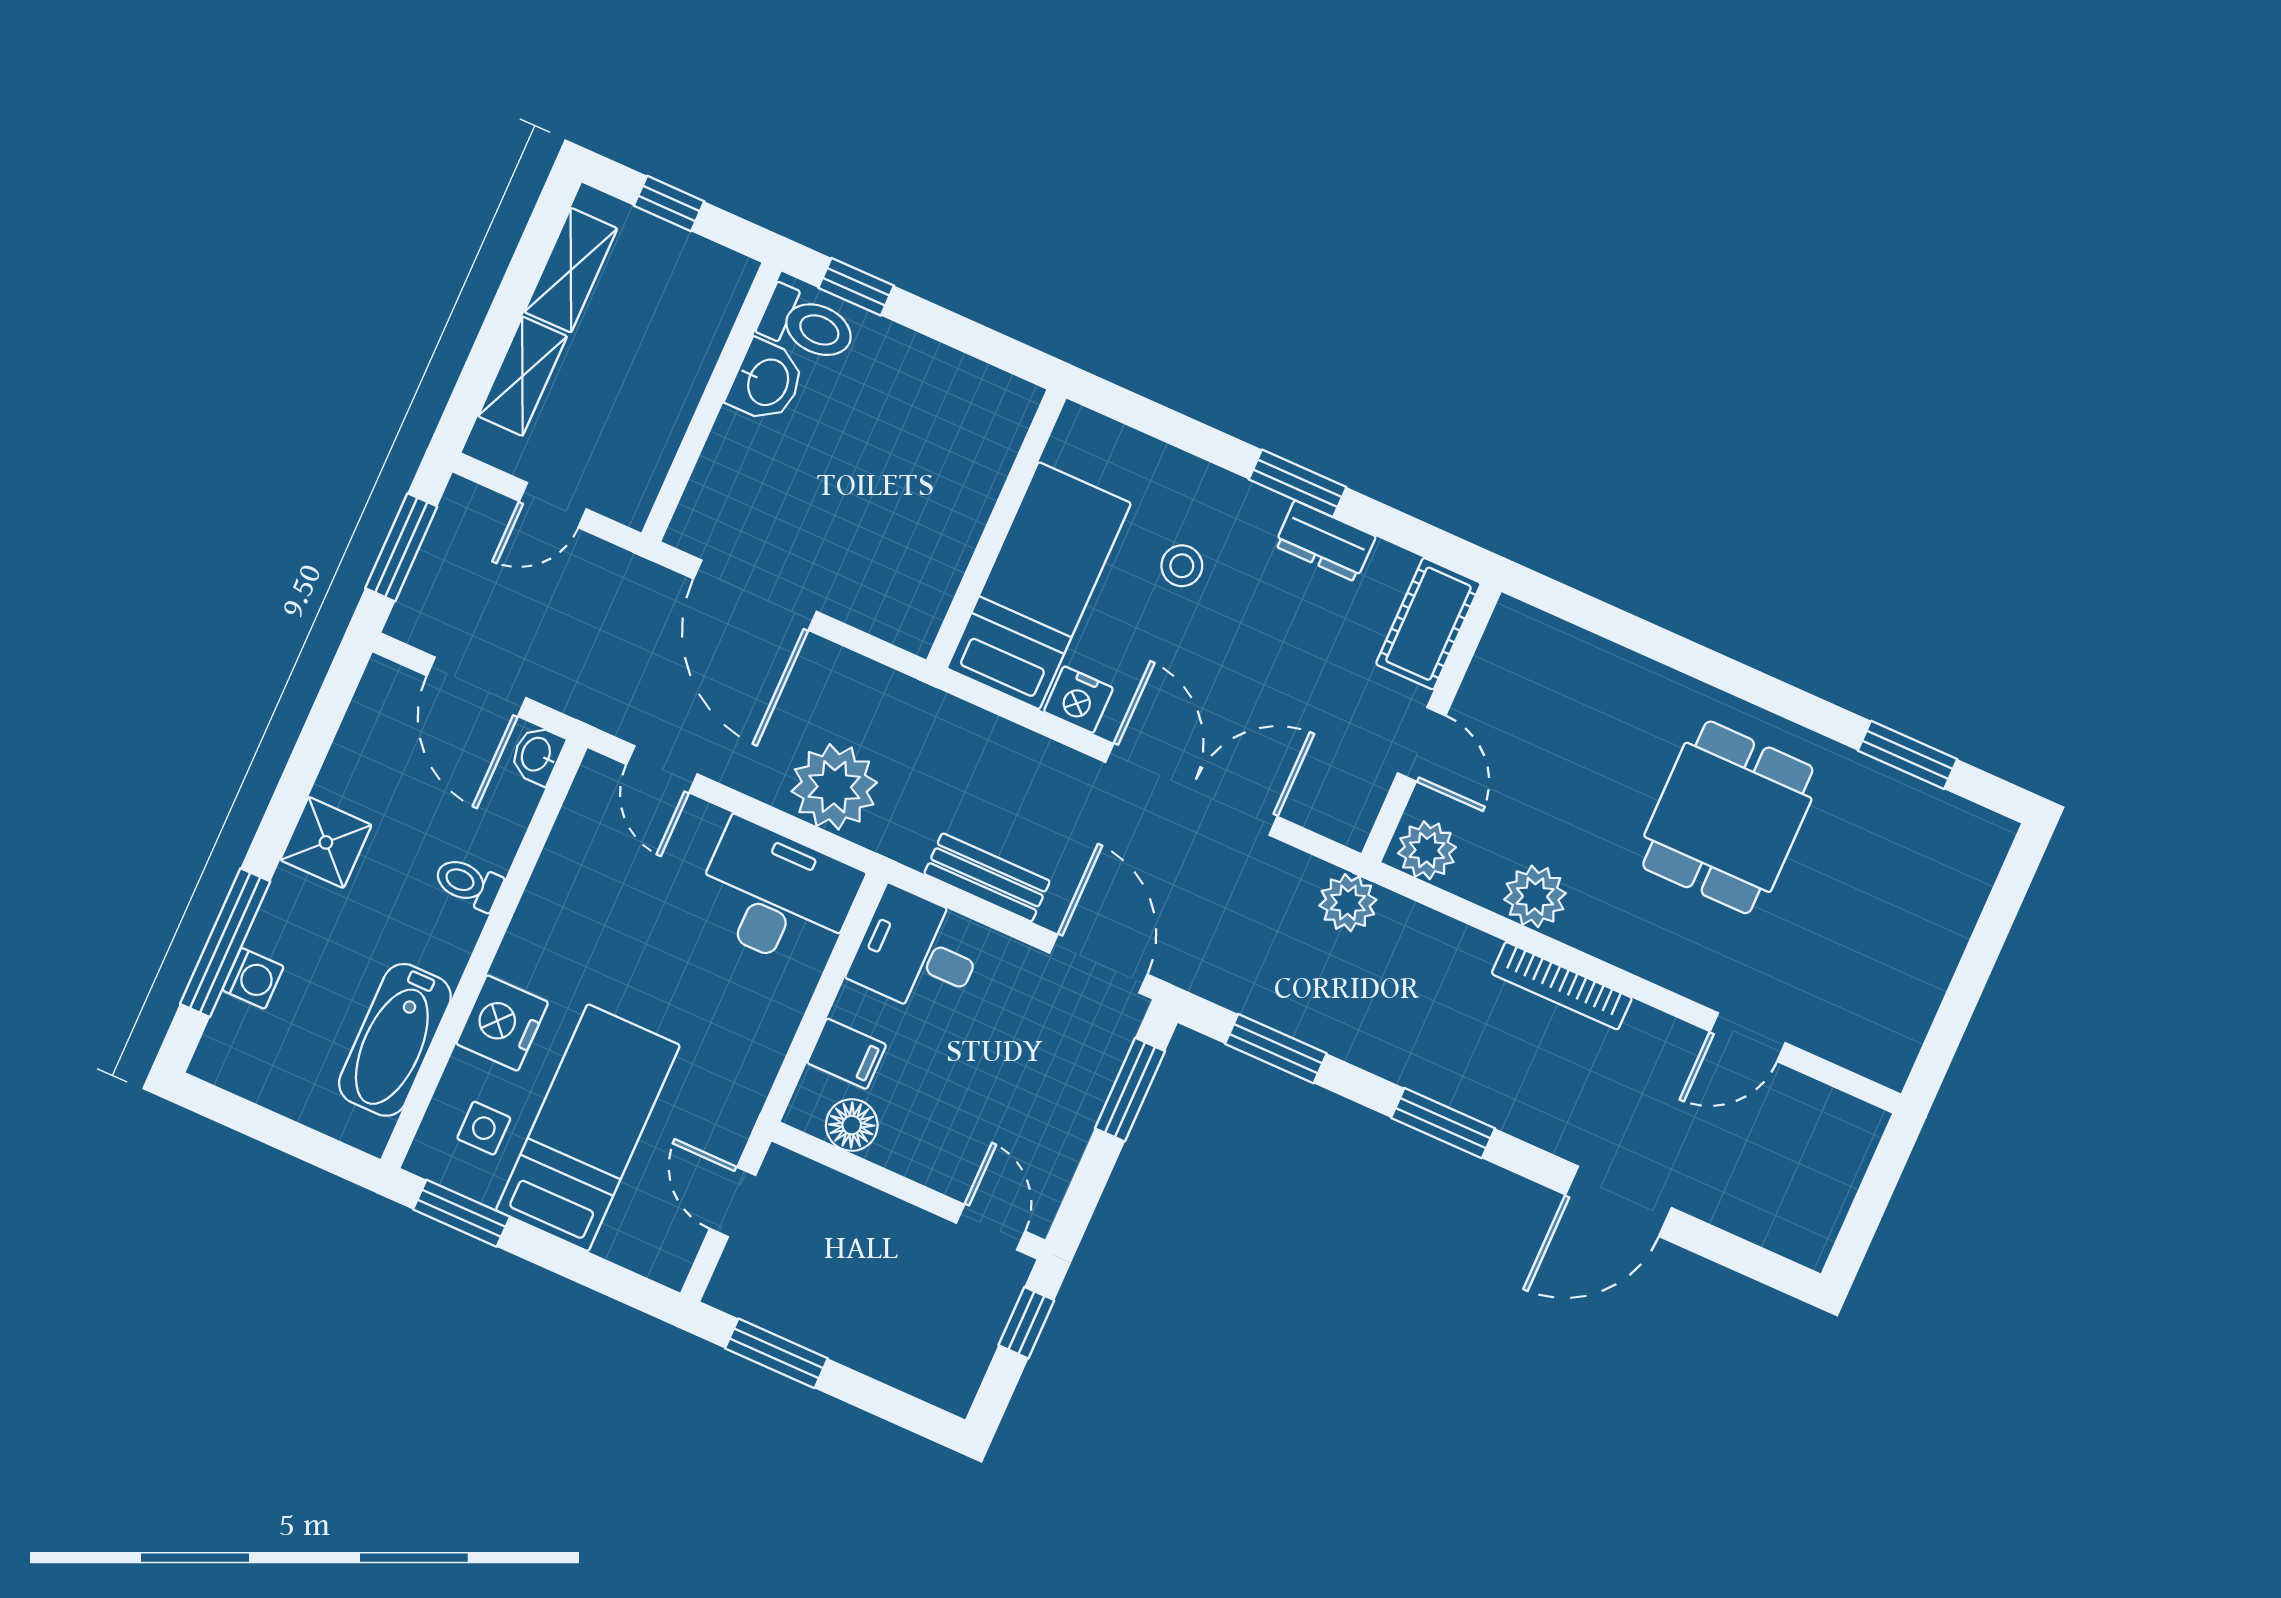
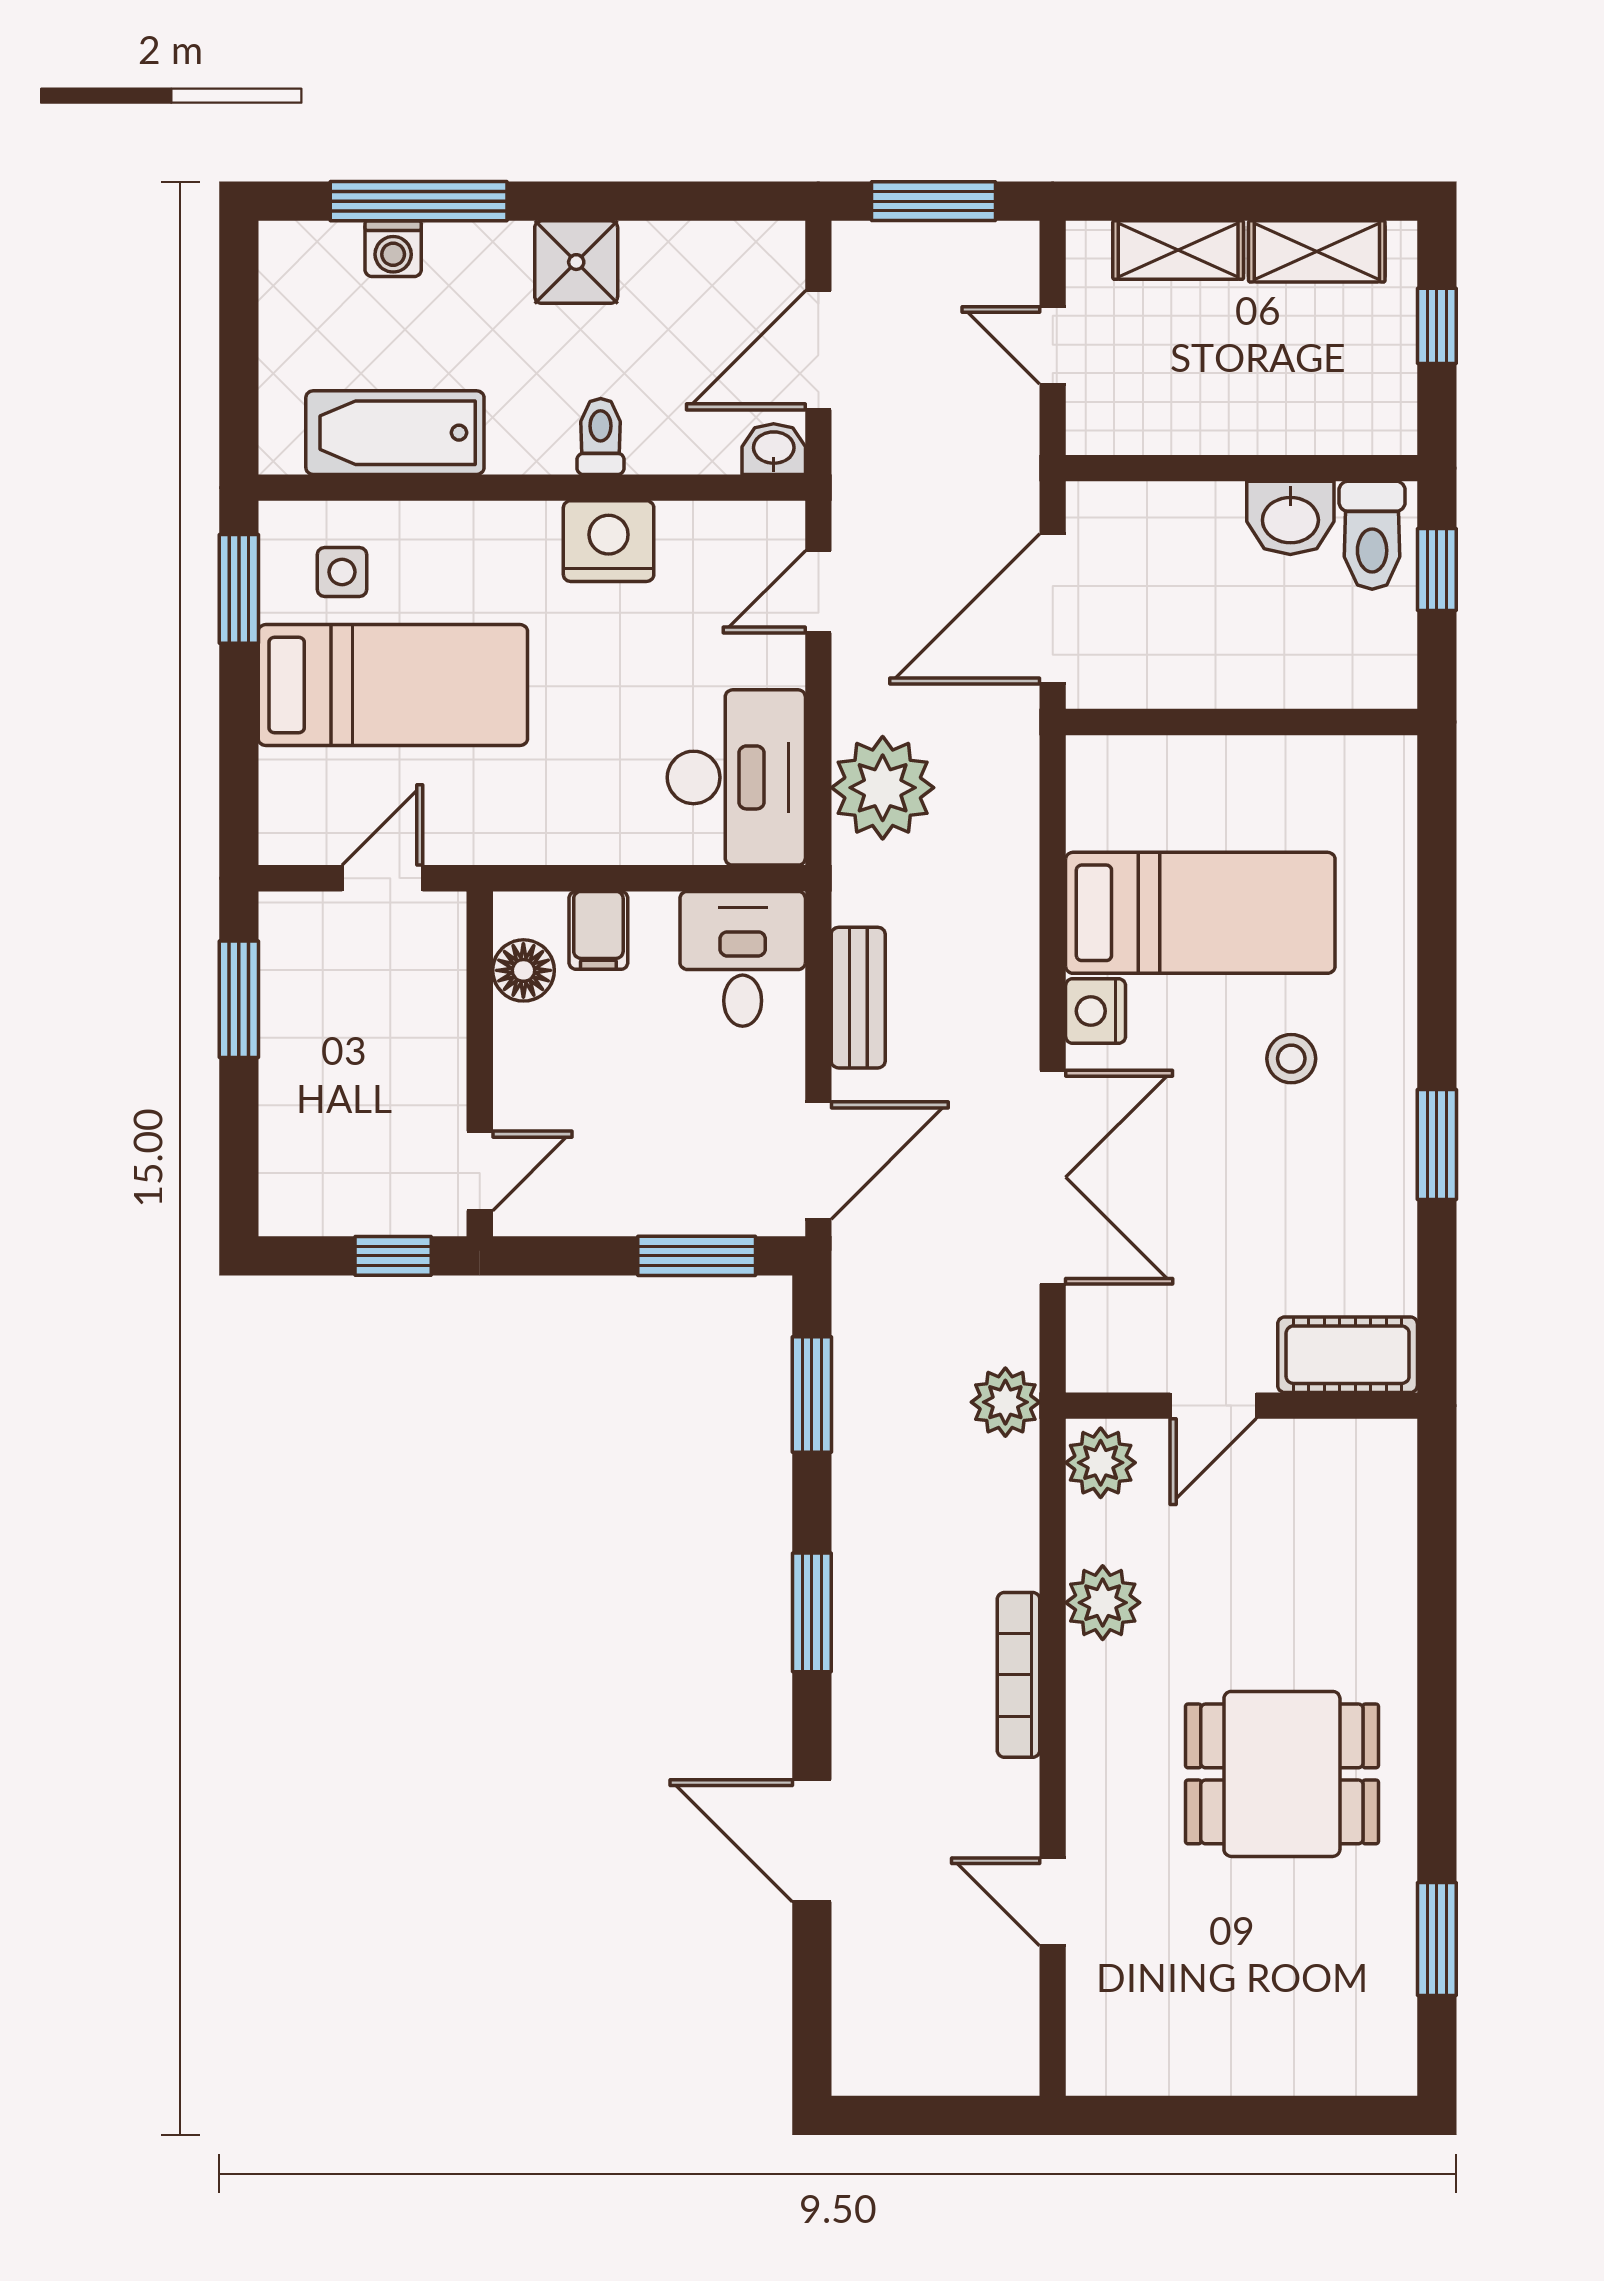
wall: (996, 529) -> (1242, 722), moved
dresser: (1325, 541) -> (1387, 1202), removed
nightstand: (502, 1023) -> (609, 541), moved

